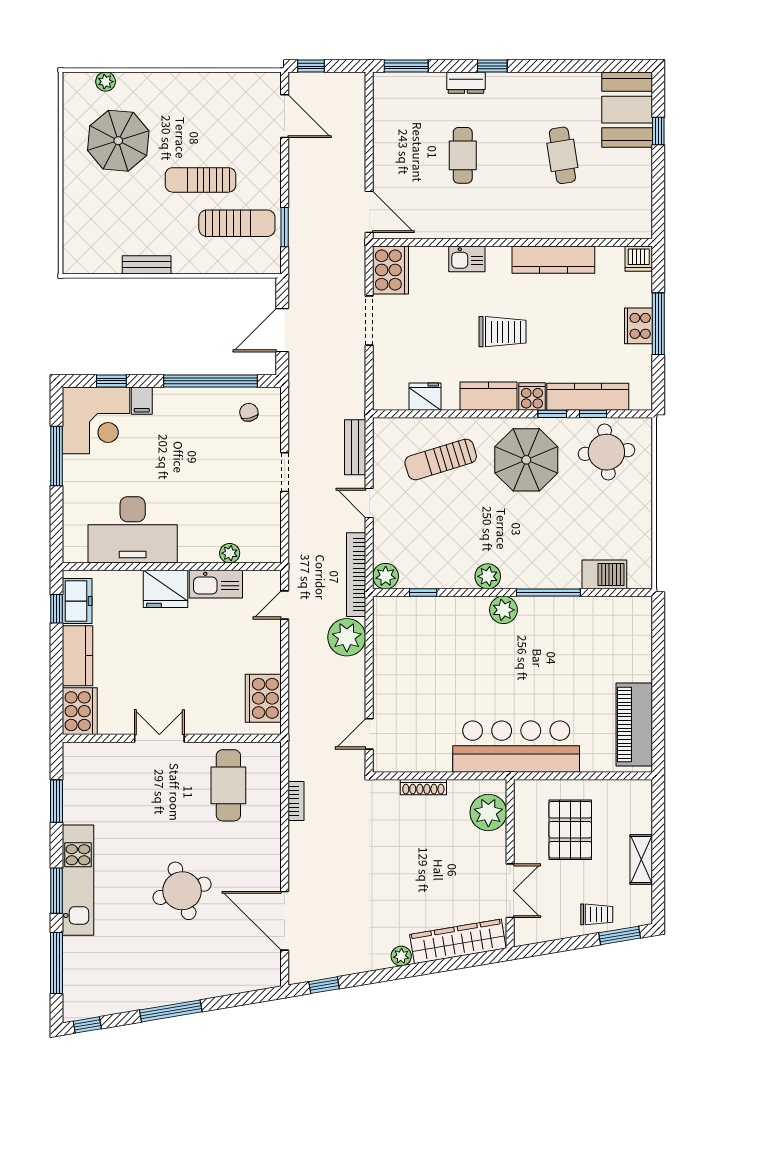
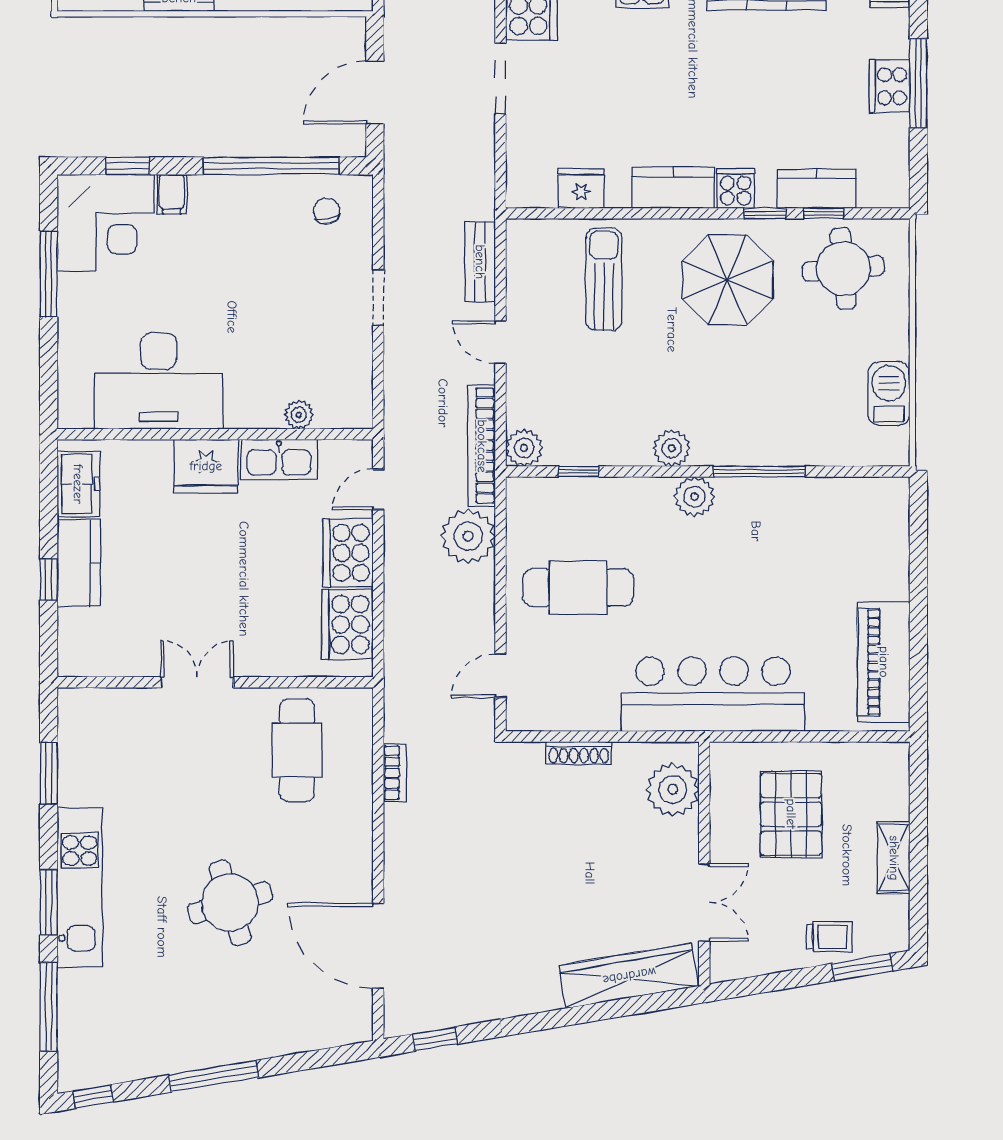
trolley: (502, 332) -> (693, 95), removed
kitchen counter: (588, 397) -> (816, 189), width x0.67
sun lounger: (441, 459) -> (604, 279), turned 107
barbecue: (604, 574) -> (889, 393), moved, turned -90
window: (57, 609) -> (49, 580), moved
cafe table: (423, 673) -> (578, 588), added
cooker: (80, 711) -> (348, 553), moved, turned 180
plant: (401, 956) -> (547, 997), removed

